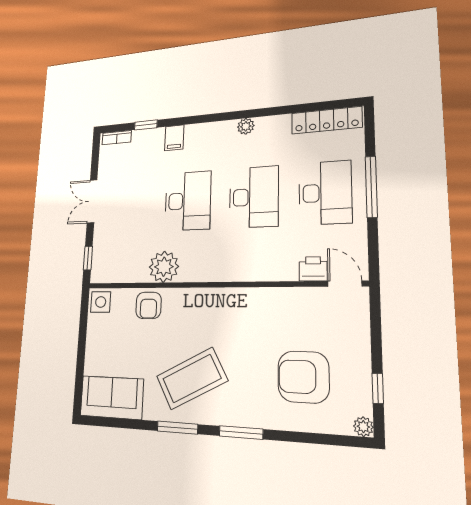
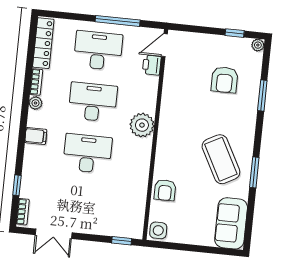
bookcase: (273, 122) -> (36, 82), added
filing cabinet: (174, 138) -> (36, 136), moved
window: (371, 187) -> (118, 21), moved
double door: (92, 201) -> (54, 234), moved
plant: (164, 267) -> (142, 125), moved
armchair: (149, 305) -> (165, 190), turned 90
armchair: (303, 377) -> (225, 80), width x0.73, depth x0.73
window: (241, 433) -> (262, 96), moved

